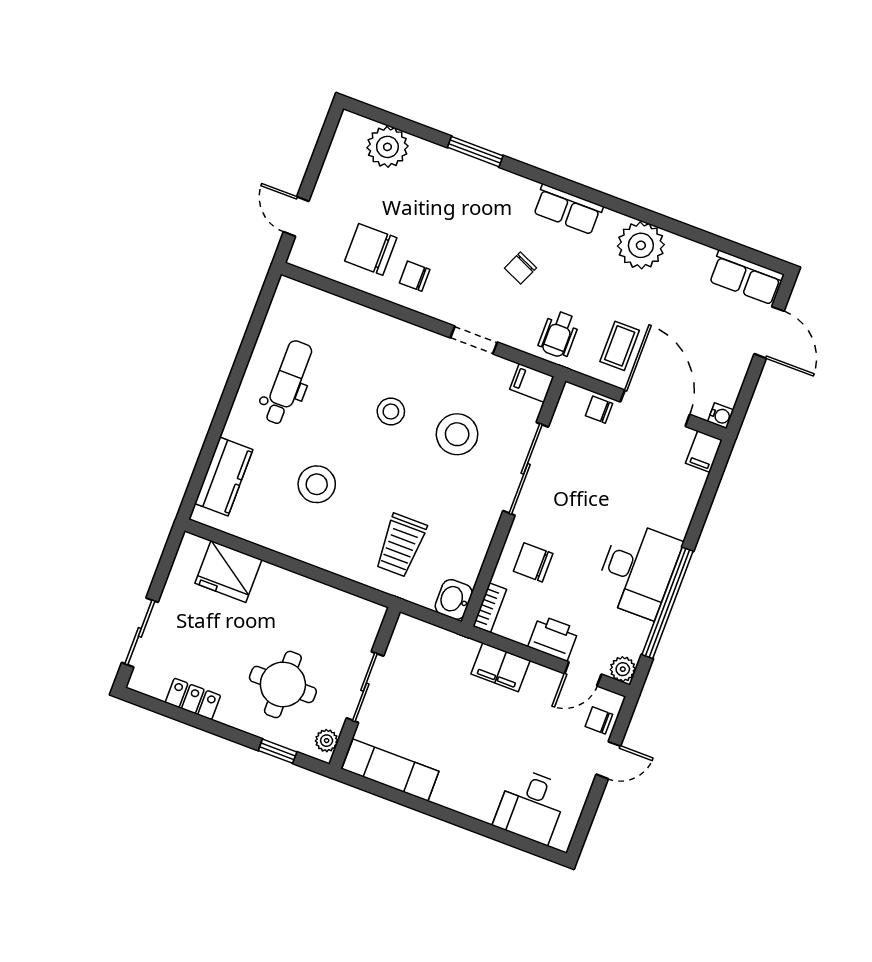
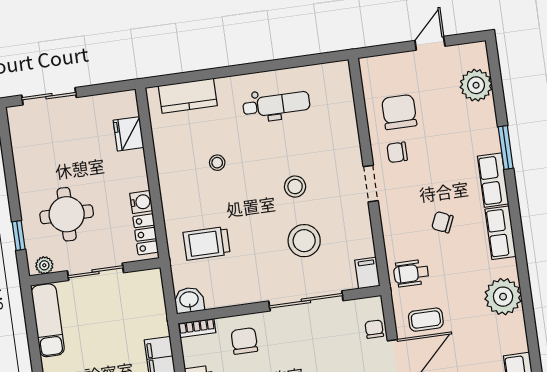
row of seats: (504, 186) -> (493, 180), added
door: (296, 217) -> (430, 43), moved
chair: (415, 276) -> (397, 152), turned -90
doorway: (474, 340) -> (371, 184), moved
stool: (317, 484) -> (217, 163), width x0.53, depth x0.53
fridge: (228, 571) -> (129, 134), width x0.73, depth x0.75
water cooler: (315, 593) -> (141, 202), added
locker: (193, 699) -> (146, 234), moved, turned 180

